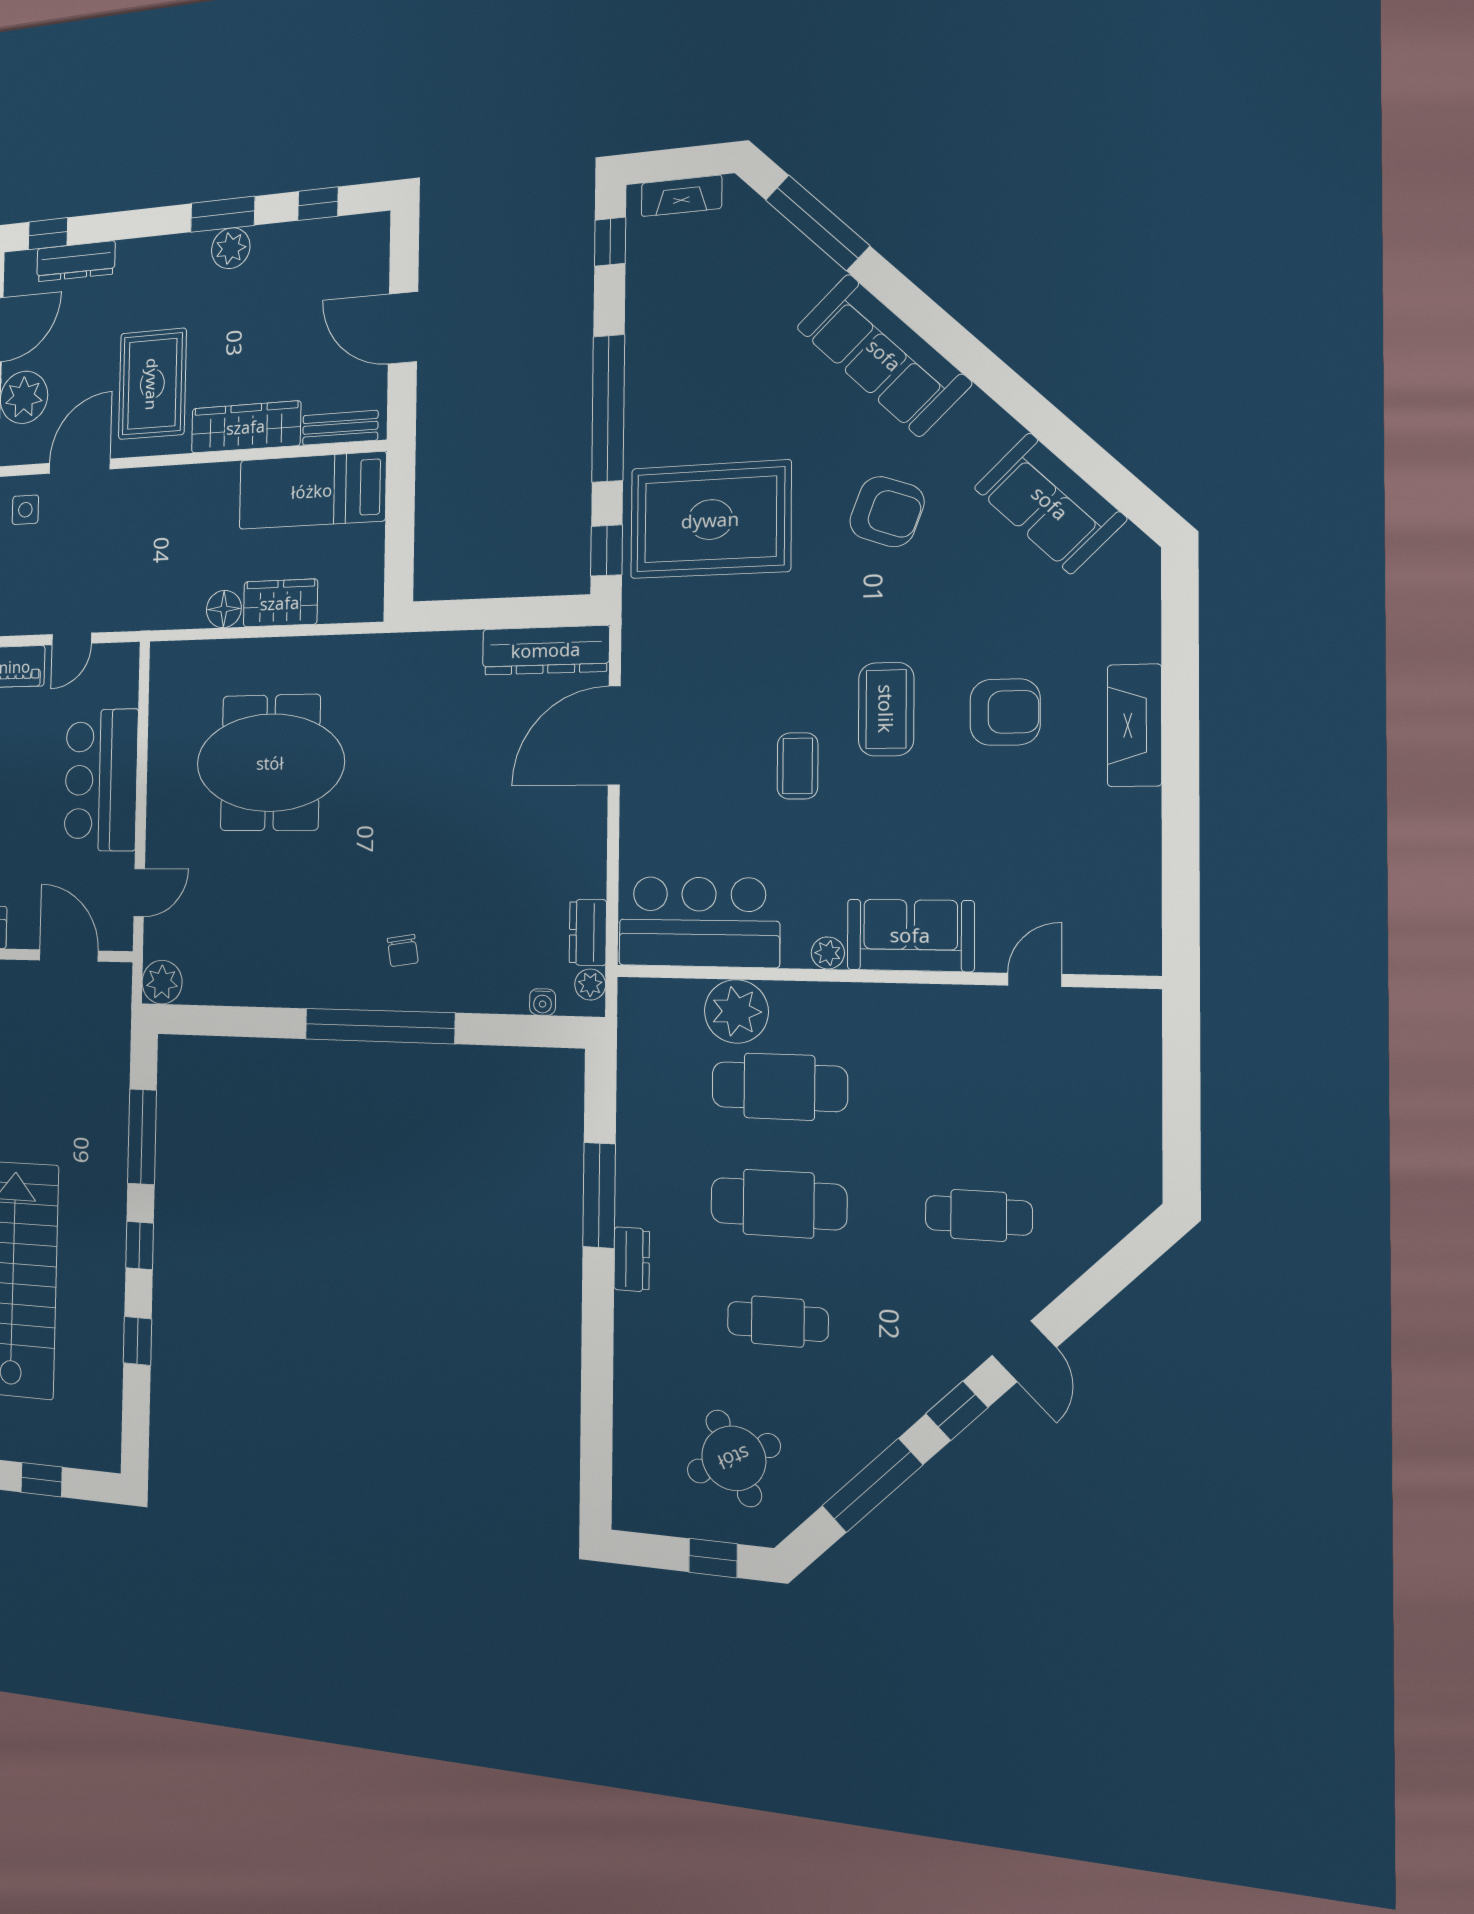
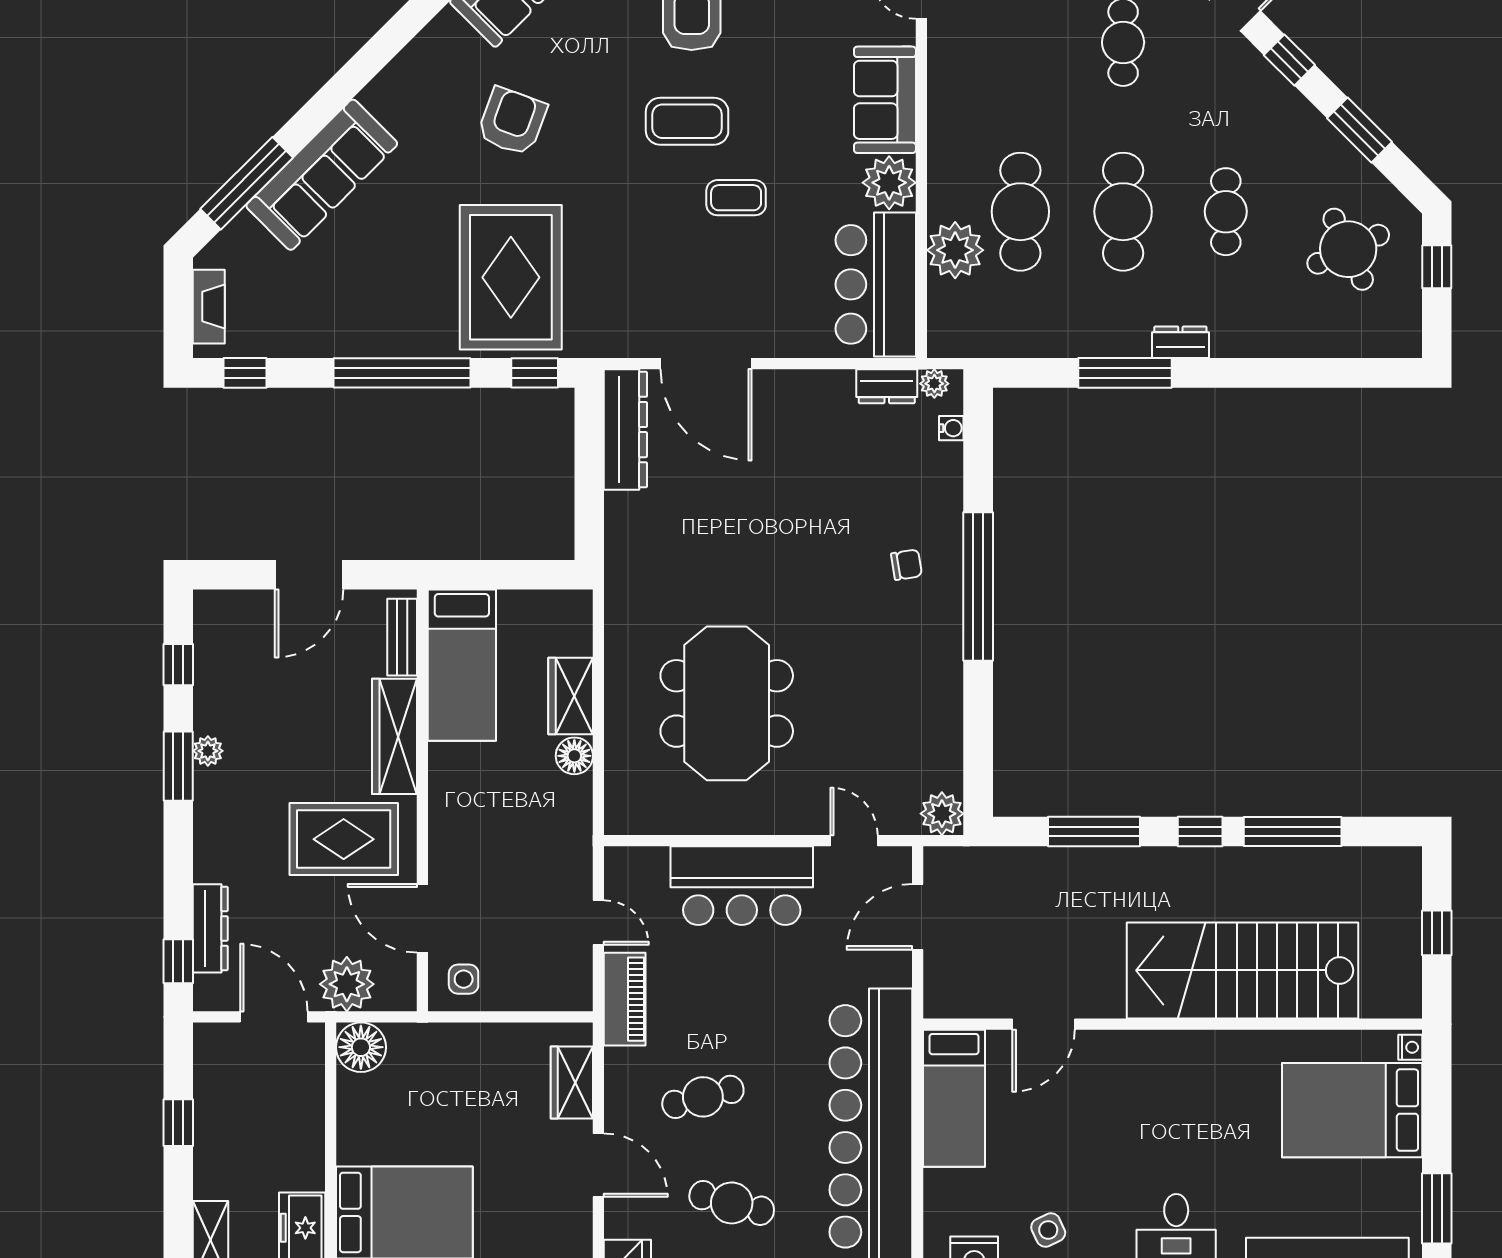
plant: (231, 248) -> (208, 751), width x0.73, depth x0.73
sofa: (884, 355) -> (322, 175), moved
plant: (828, 953) -> (889, 183), width x1.88, depth x1.88
window: (137, 1341) -> (1293, 832), width x2.17
window: (872, 1485) -> (1359, 130), width x0.69

